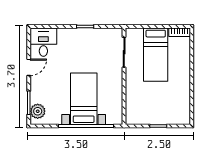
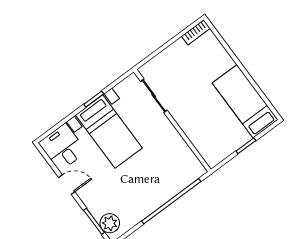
bed: (156, 55) -> (245, 101), moved, turned 180
door: (29, 67) -> (67, 185), hinge flipped
bed with nightstands: (84, 99) -> (109, 132), moved, turned 180

